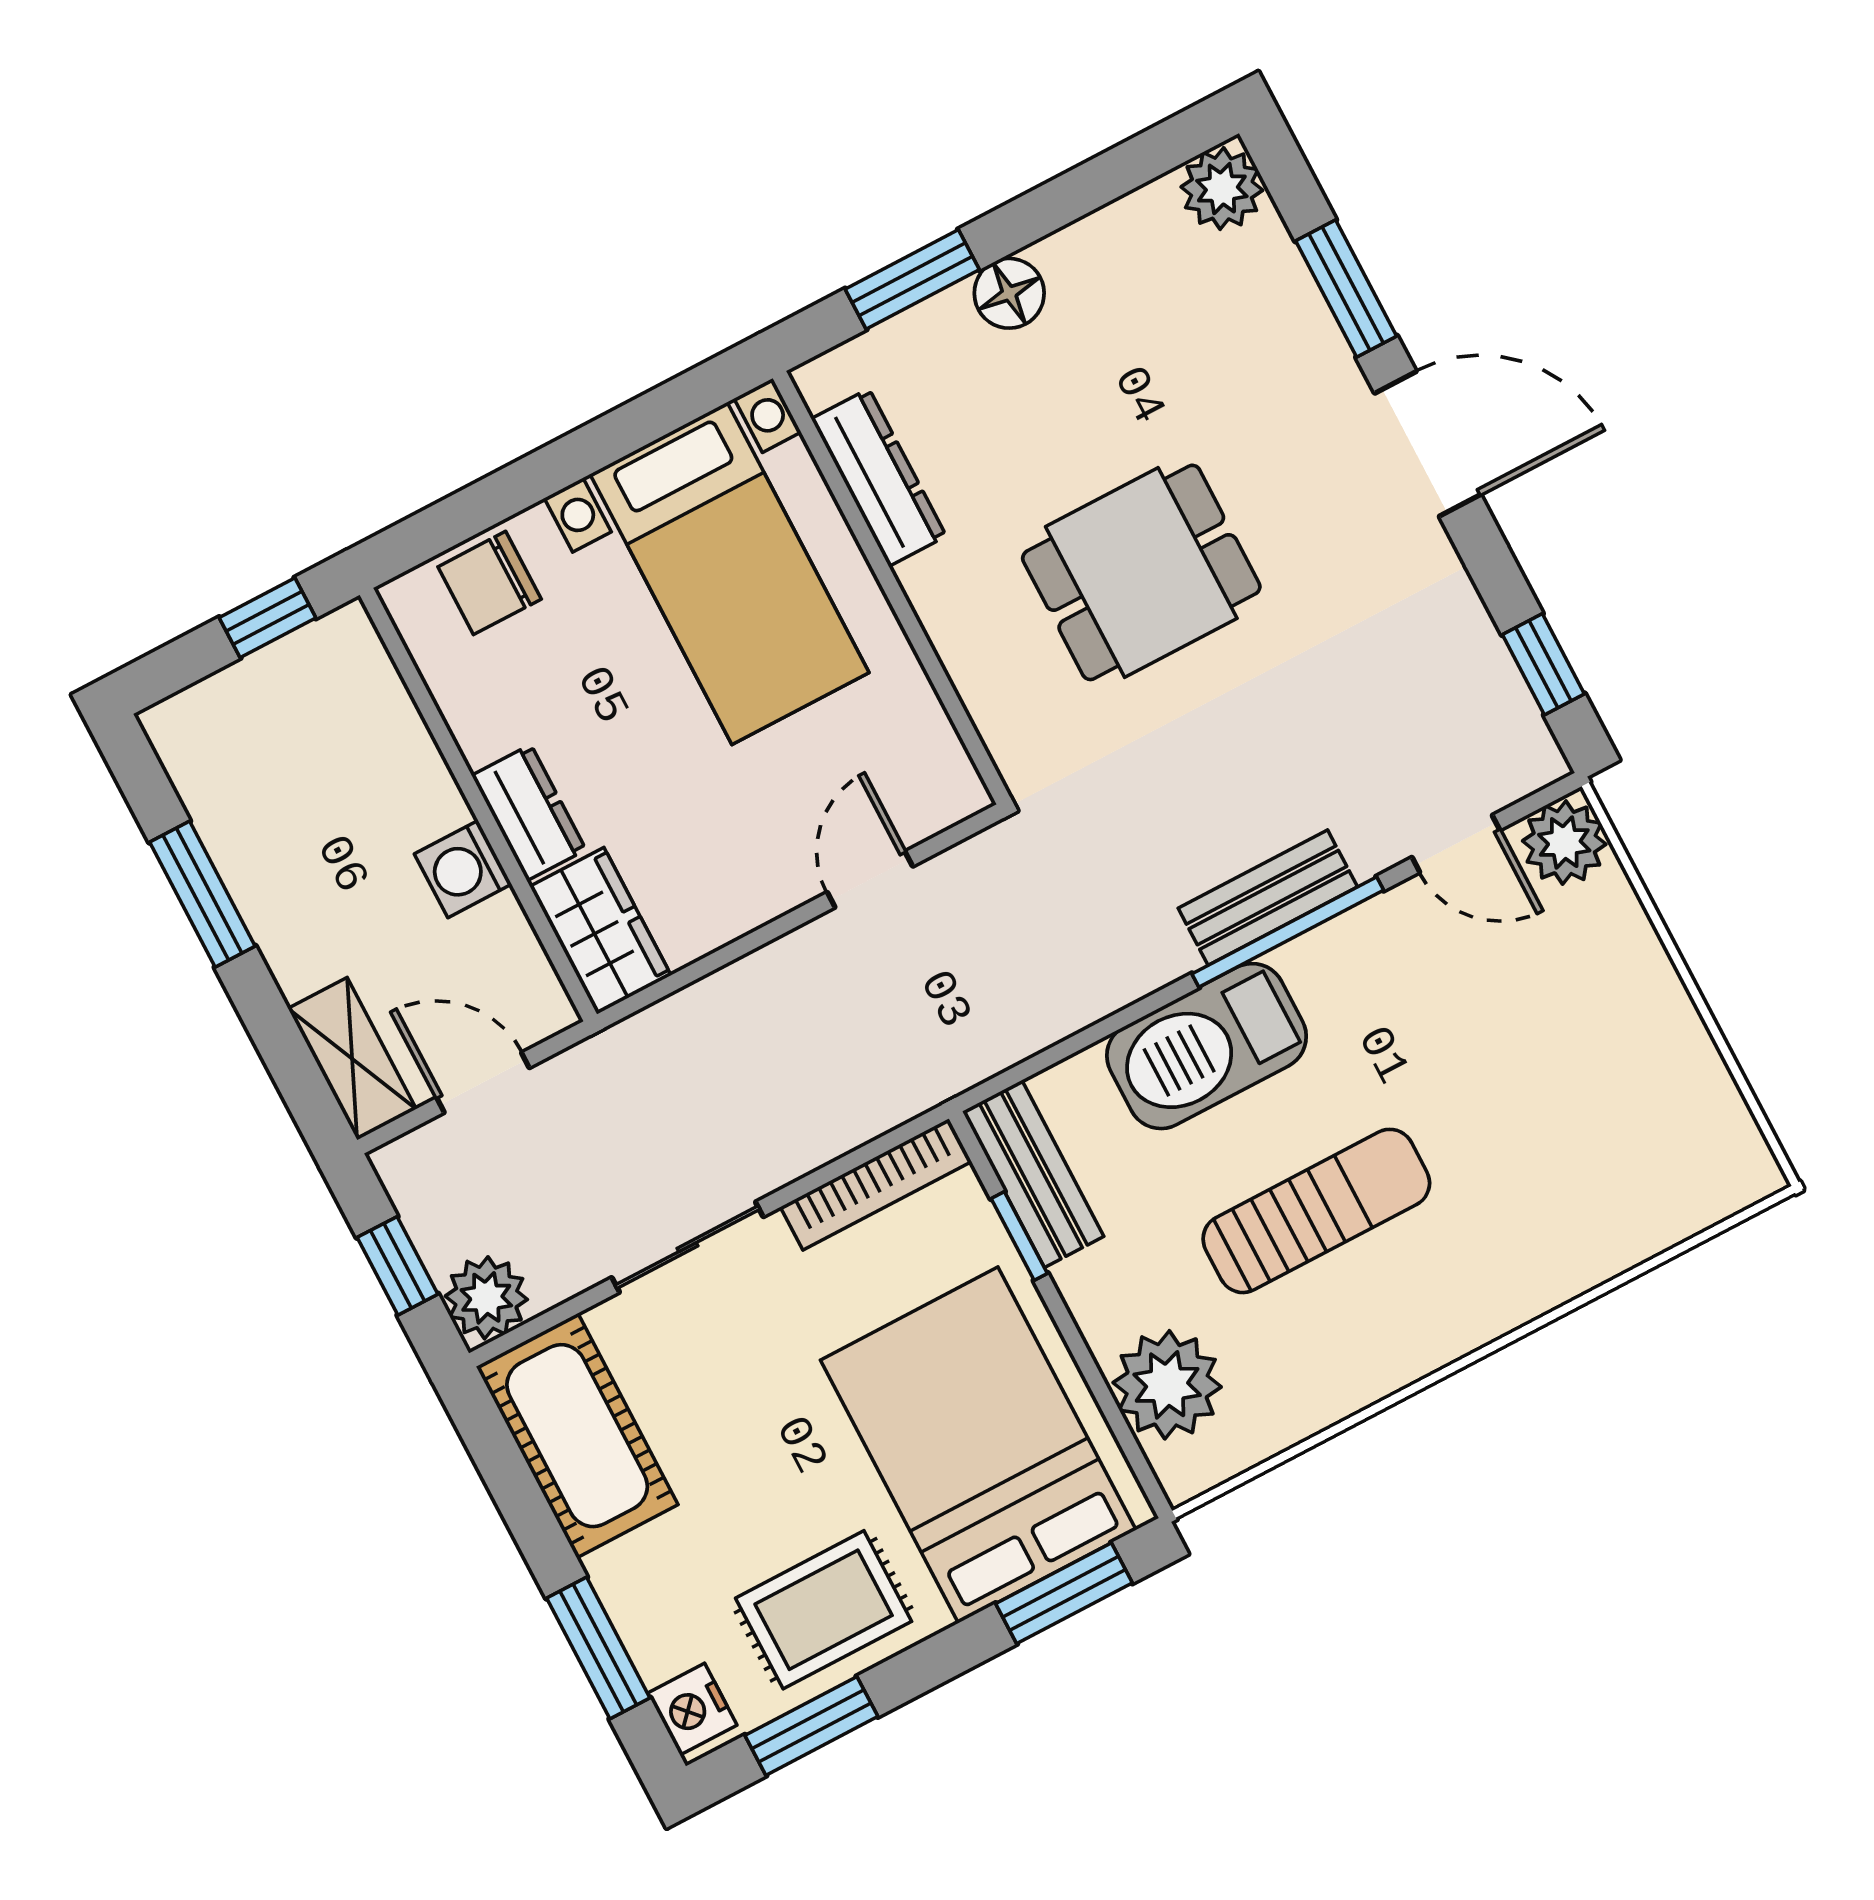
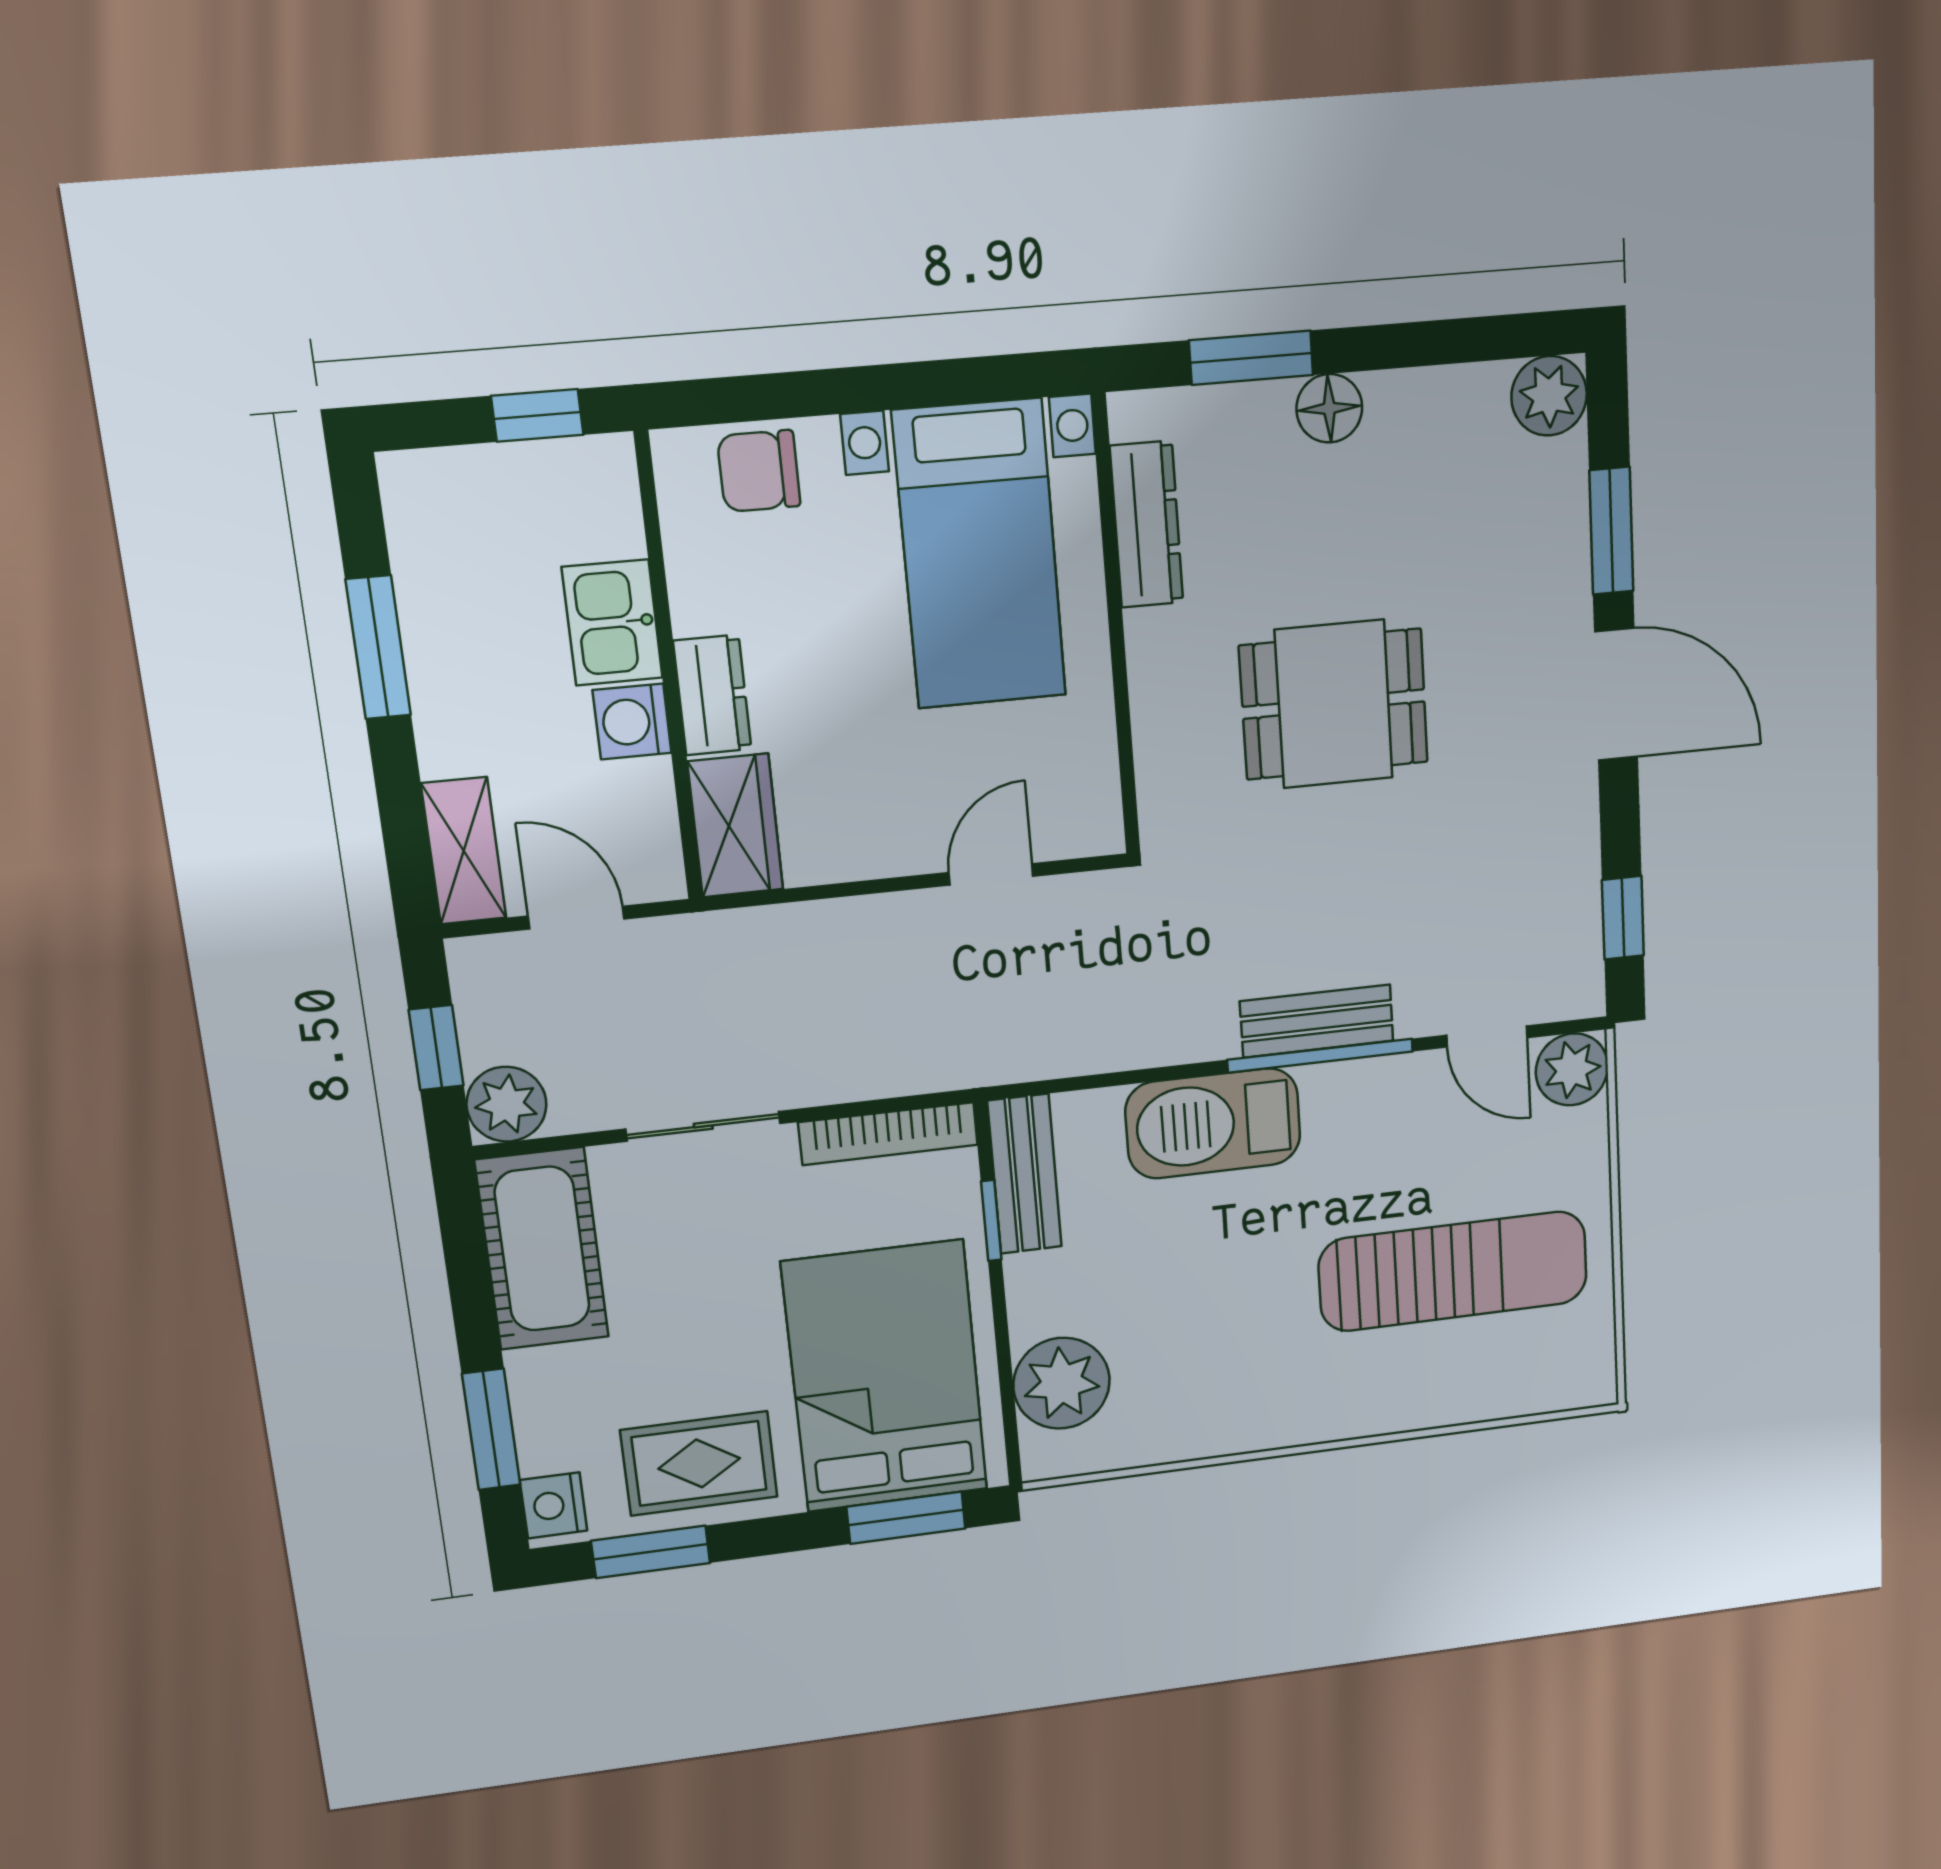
kitchen sink: (408, 782) -> (612, 623), added
sun lounger: (1316, 1211) -> (1453, 1271), moved, width x1.36, depth x1.34

